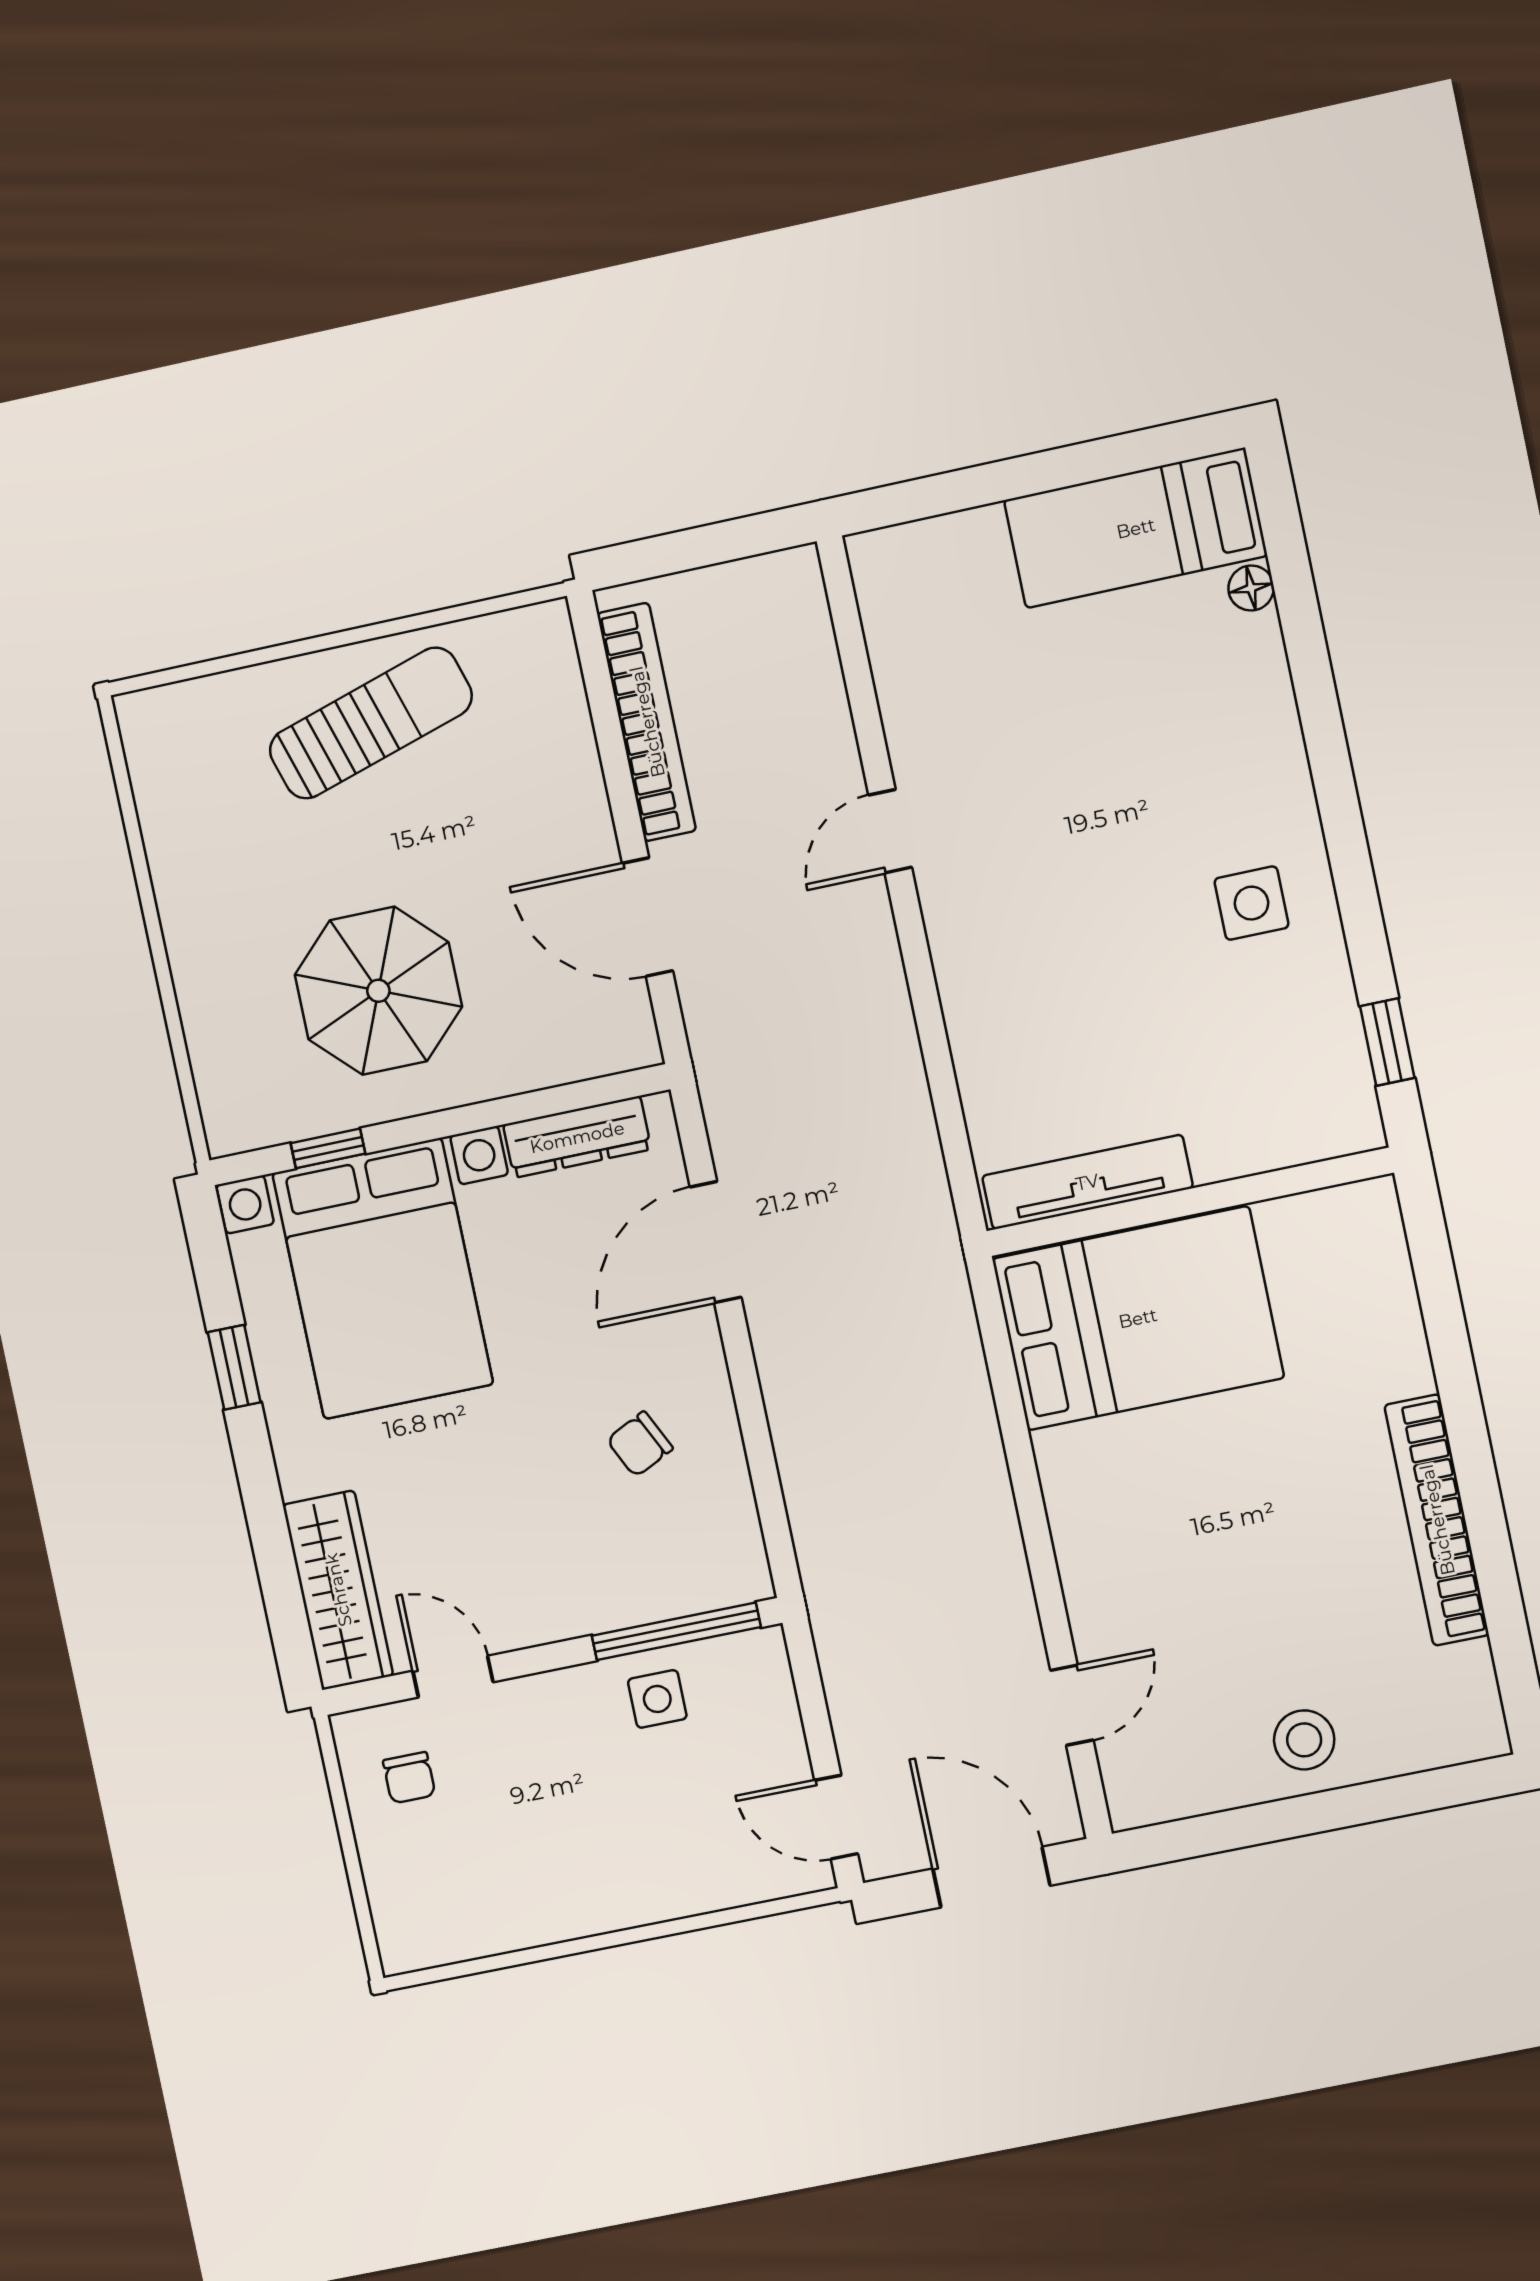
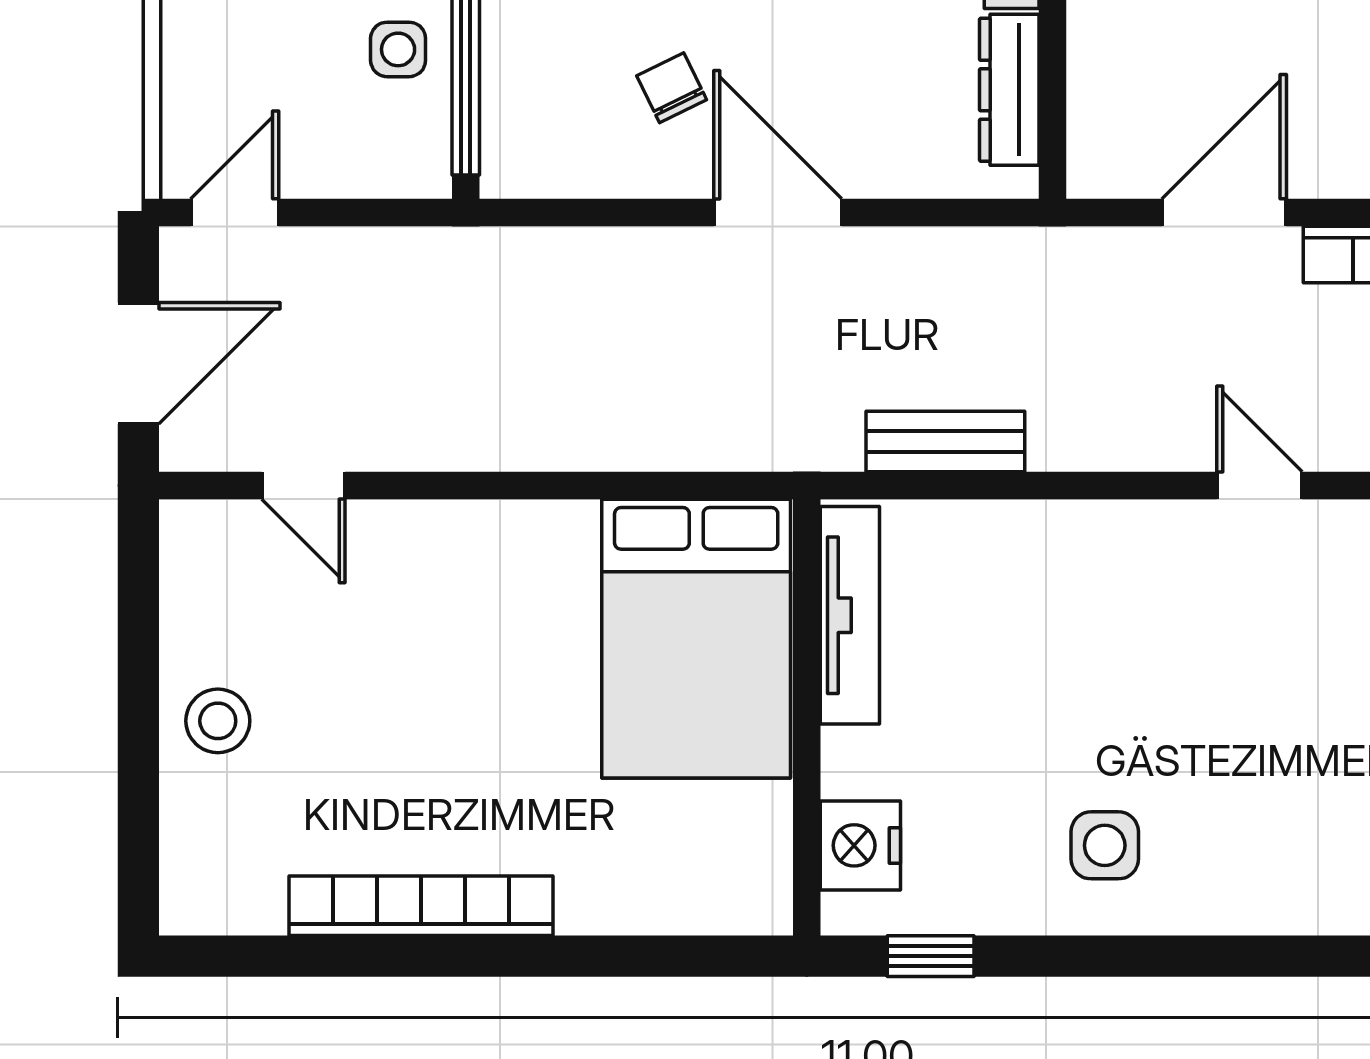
bench: (910, 1128) -> (945, 442), added
nightstand: (1298, 1128) -> (860, 845), added
door: (716, 1242) -> (778, 213), moved

